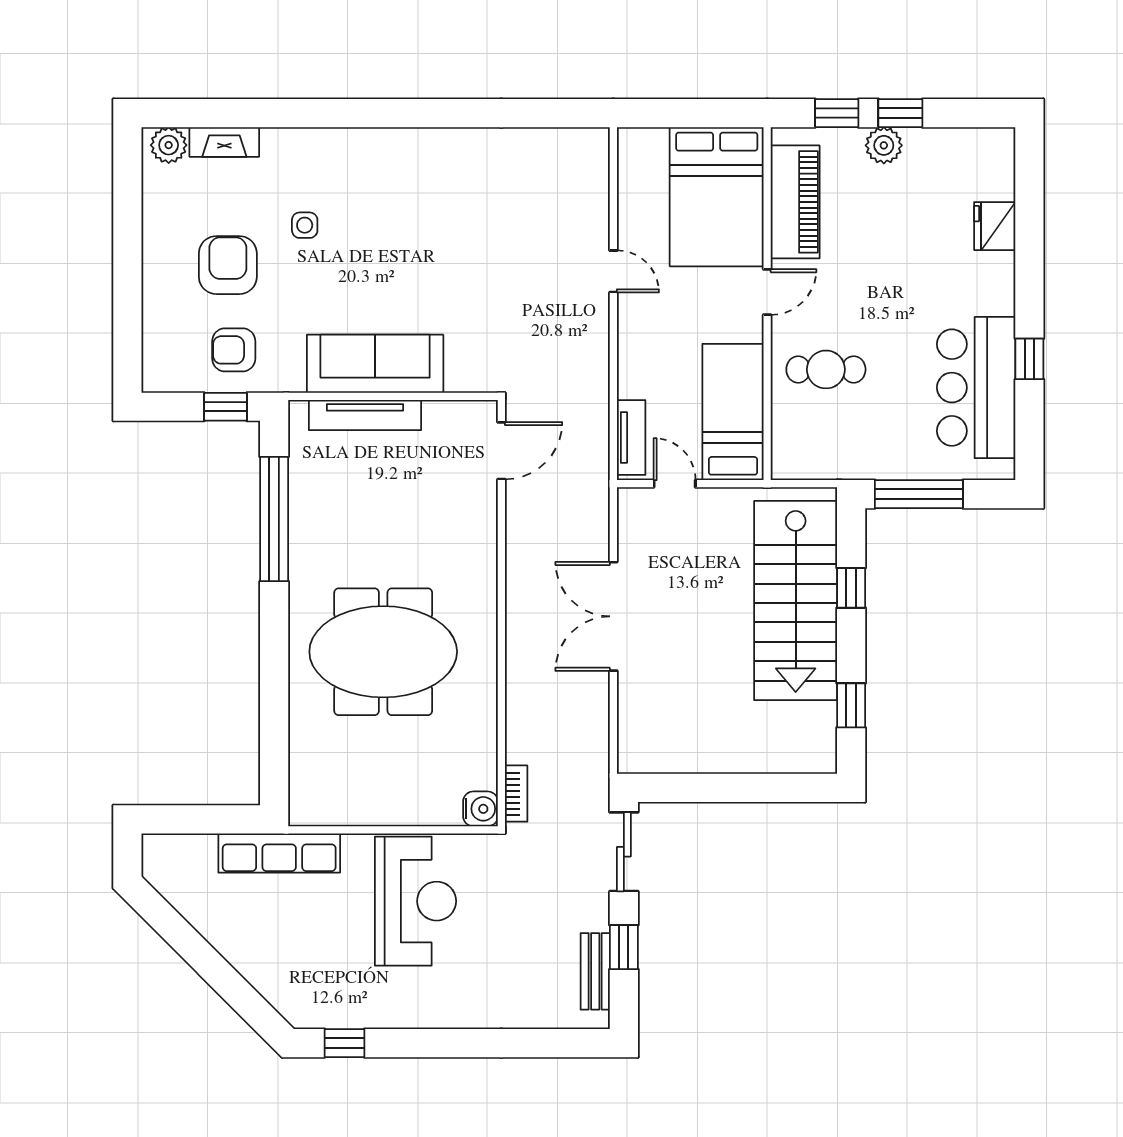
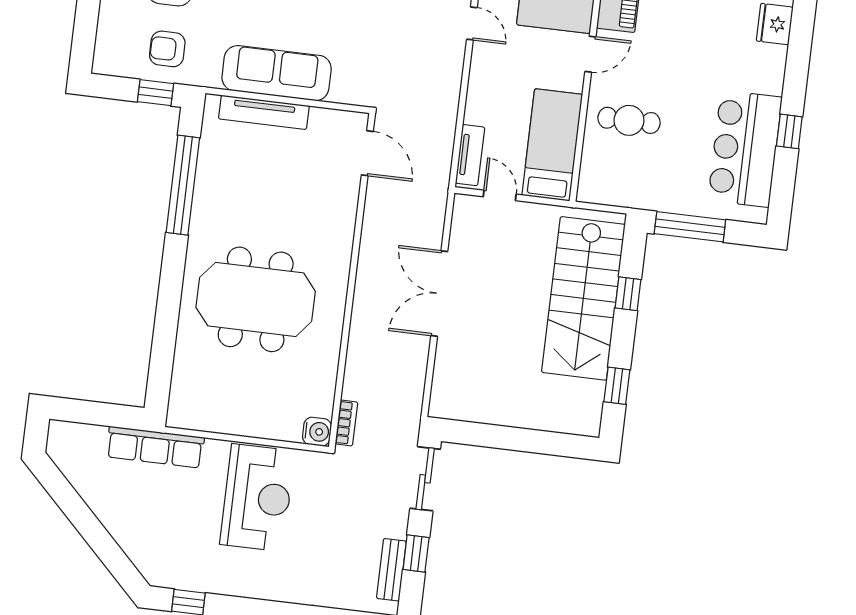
door: (501, 451) -> (367, 153), hinge flipped

